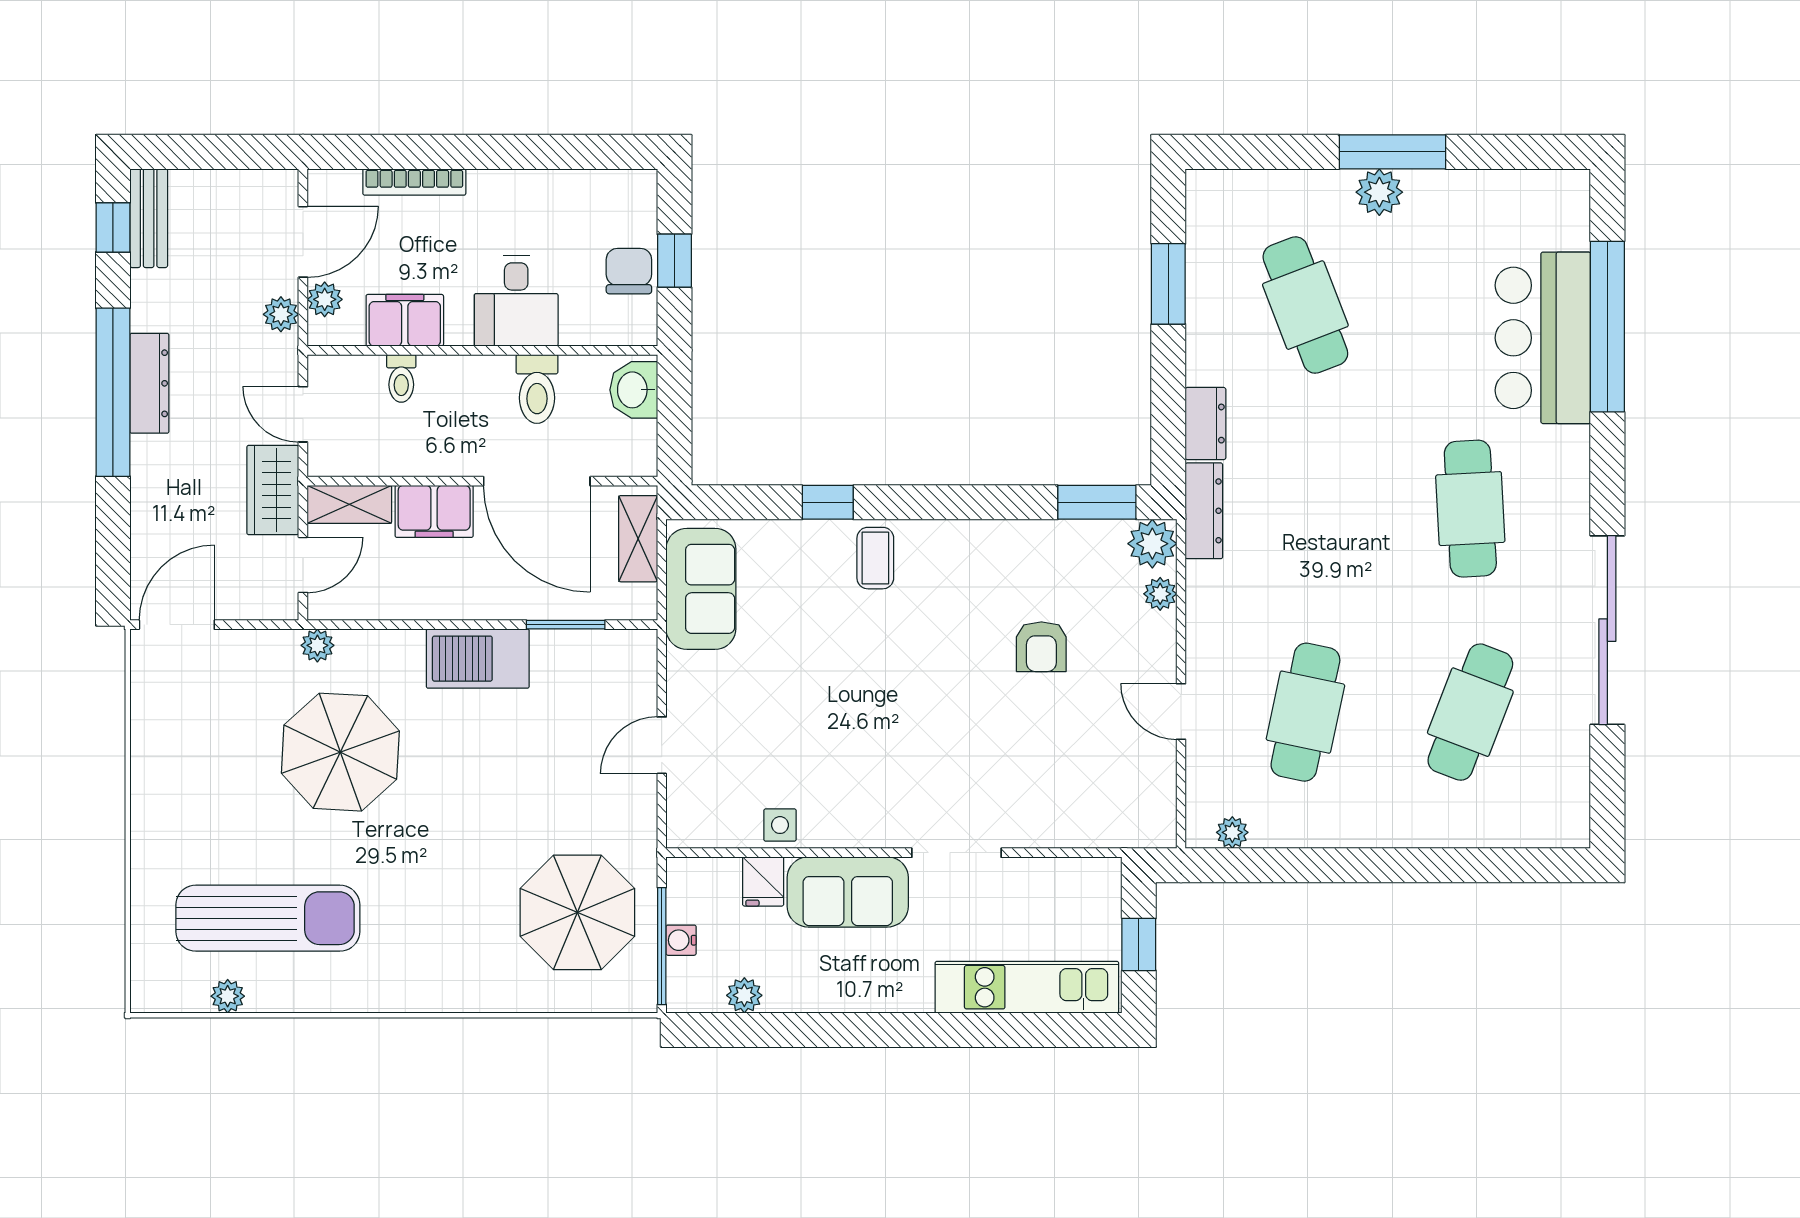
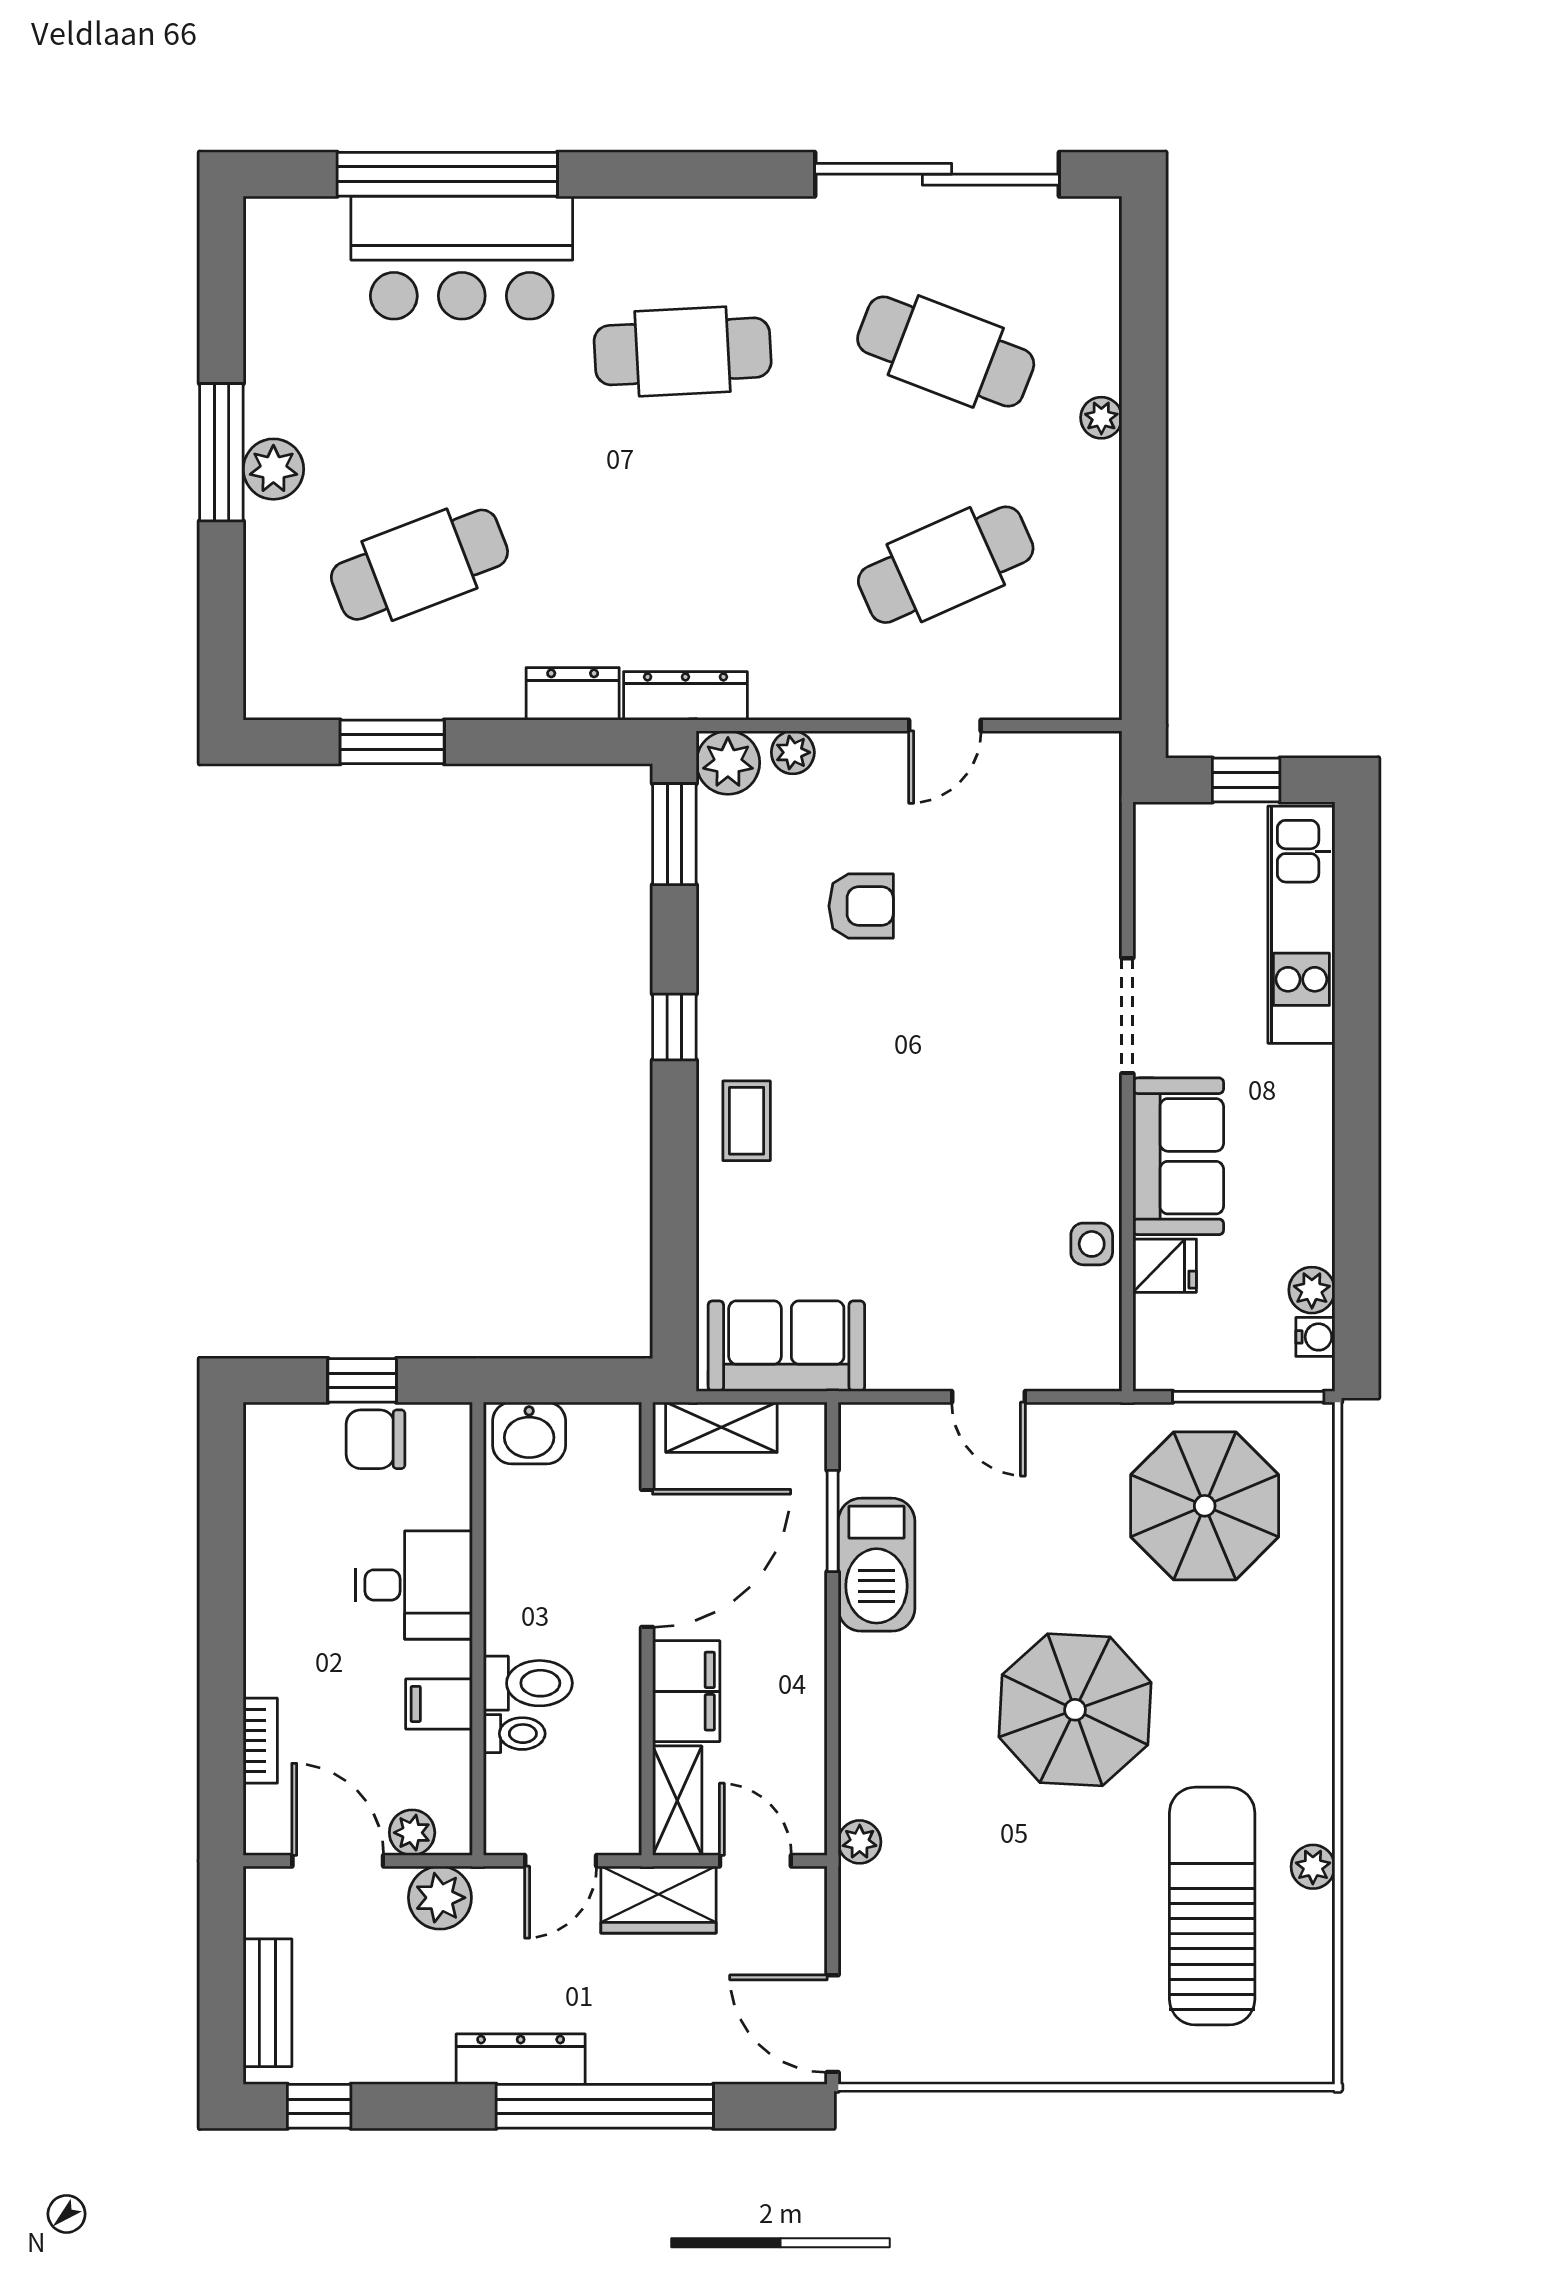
bookcase: (414, 182) -> (260, 1741), width x0.64
bench: (149, 218) -> (268, 2003), moved, turned 90
plant: (281, 314) -> (440, 1898), width x1.38, depth x1.38
filing cabinet: (405, 320) -> (439, 1704), width x0.50
toilet: (537, 389) -> (528, 1683), moved
window: (113, 392) -> (605, 2106), moved
window: (828, 502) -> (674, 1027), moved
coffee table: (875, 558) -> (747, 1121), turned 90
sliding door: (1607, 630) -> (937, 174), moved
barbecue: (478, 659) -> (876, 1565), moved
cafe table: (1305, 712) -> (946, 565), turned -36
parasol: (340, 752) -> (1075, 1710), moved
plant: (1232, 832) -> (1101, 418), moved
water cooler: (681, 940) -> (1315, 1337), moved, turned -90
plant: (228, 996) -> (1313, 1867), moved

